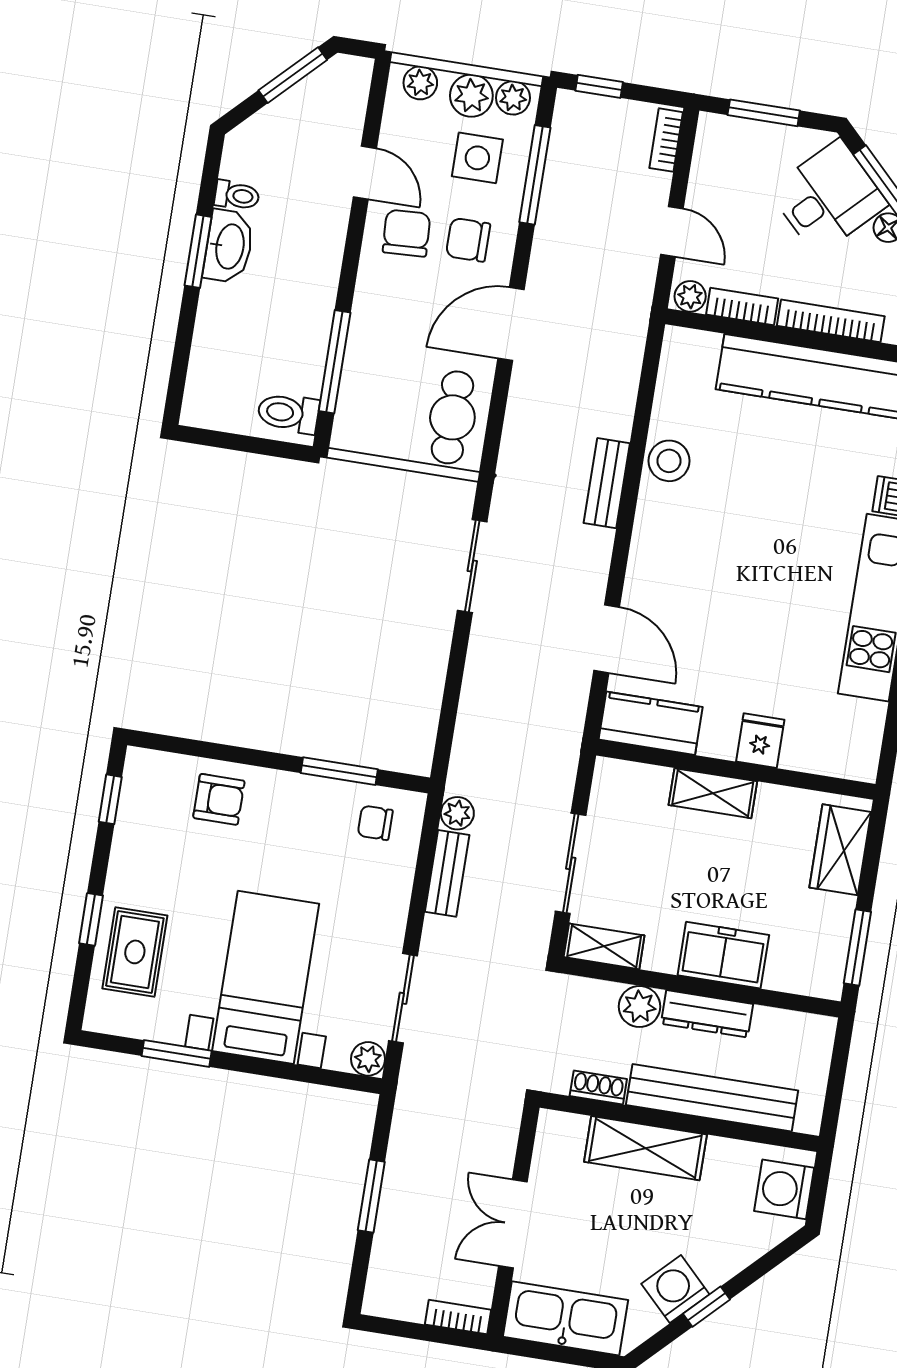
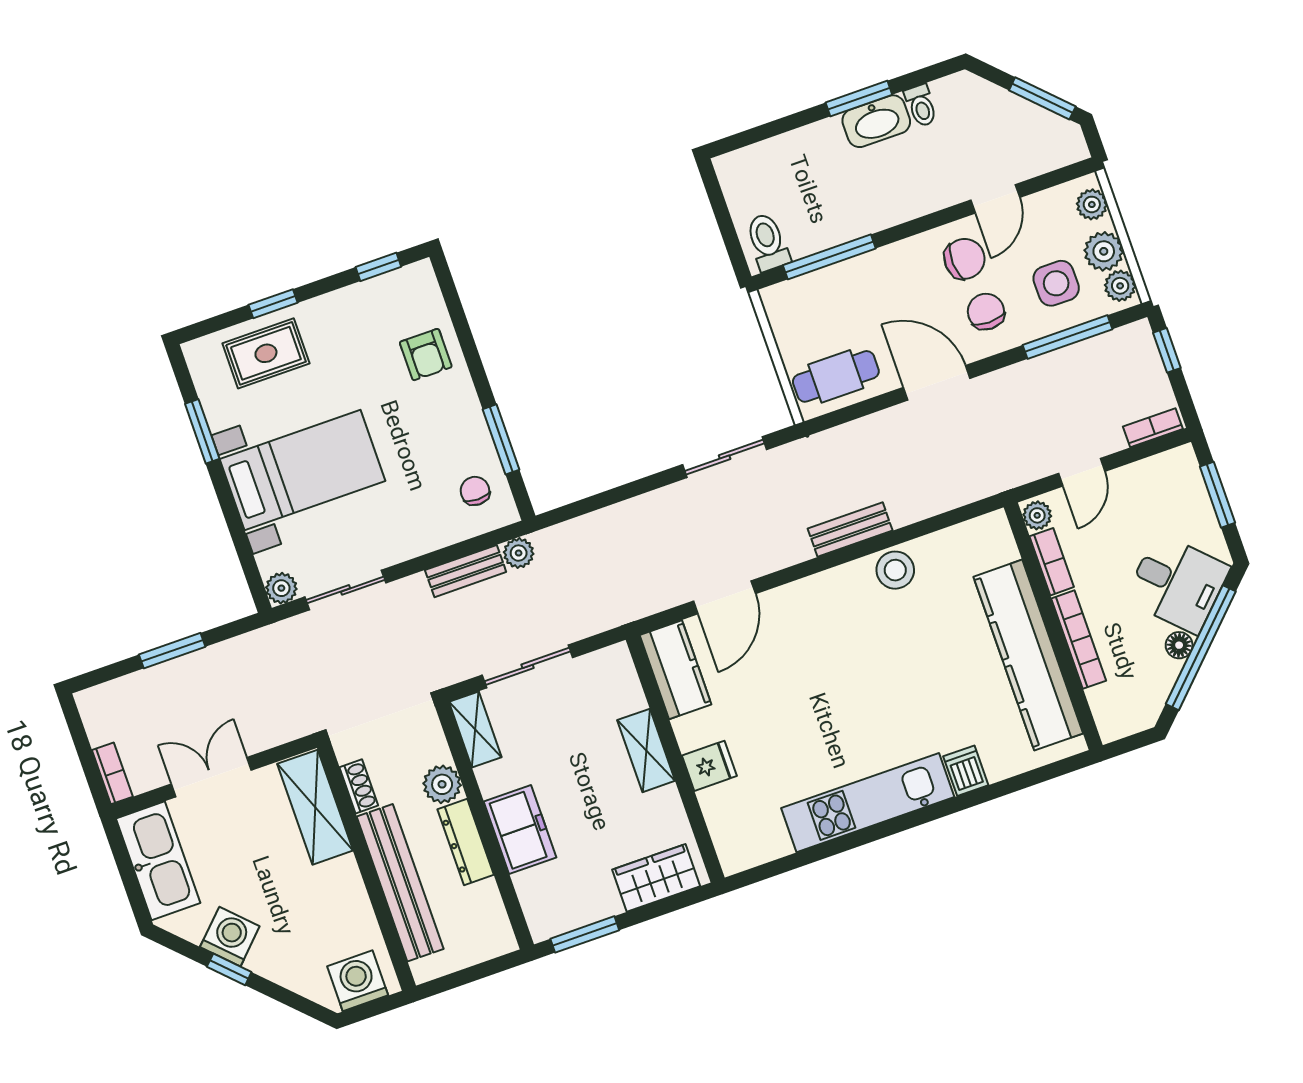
shelving: (645, 1148) -> (315, 807), moved

